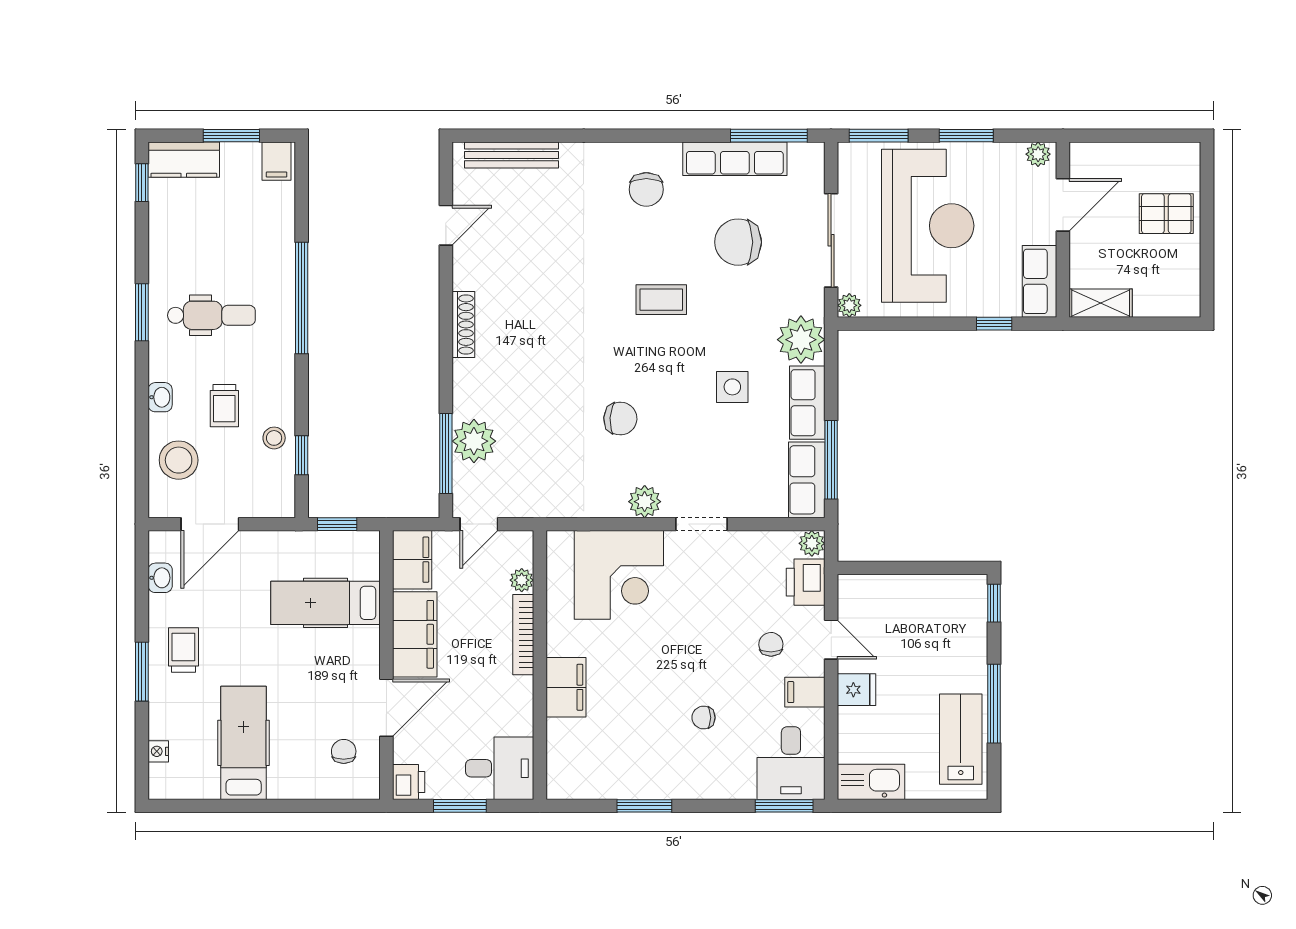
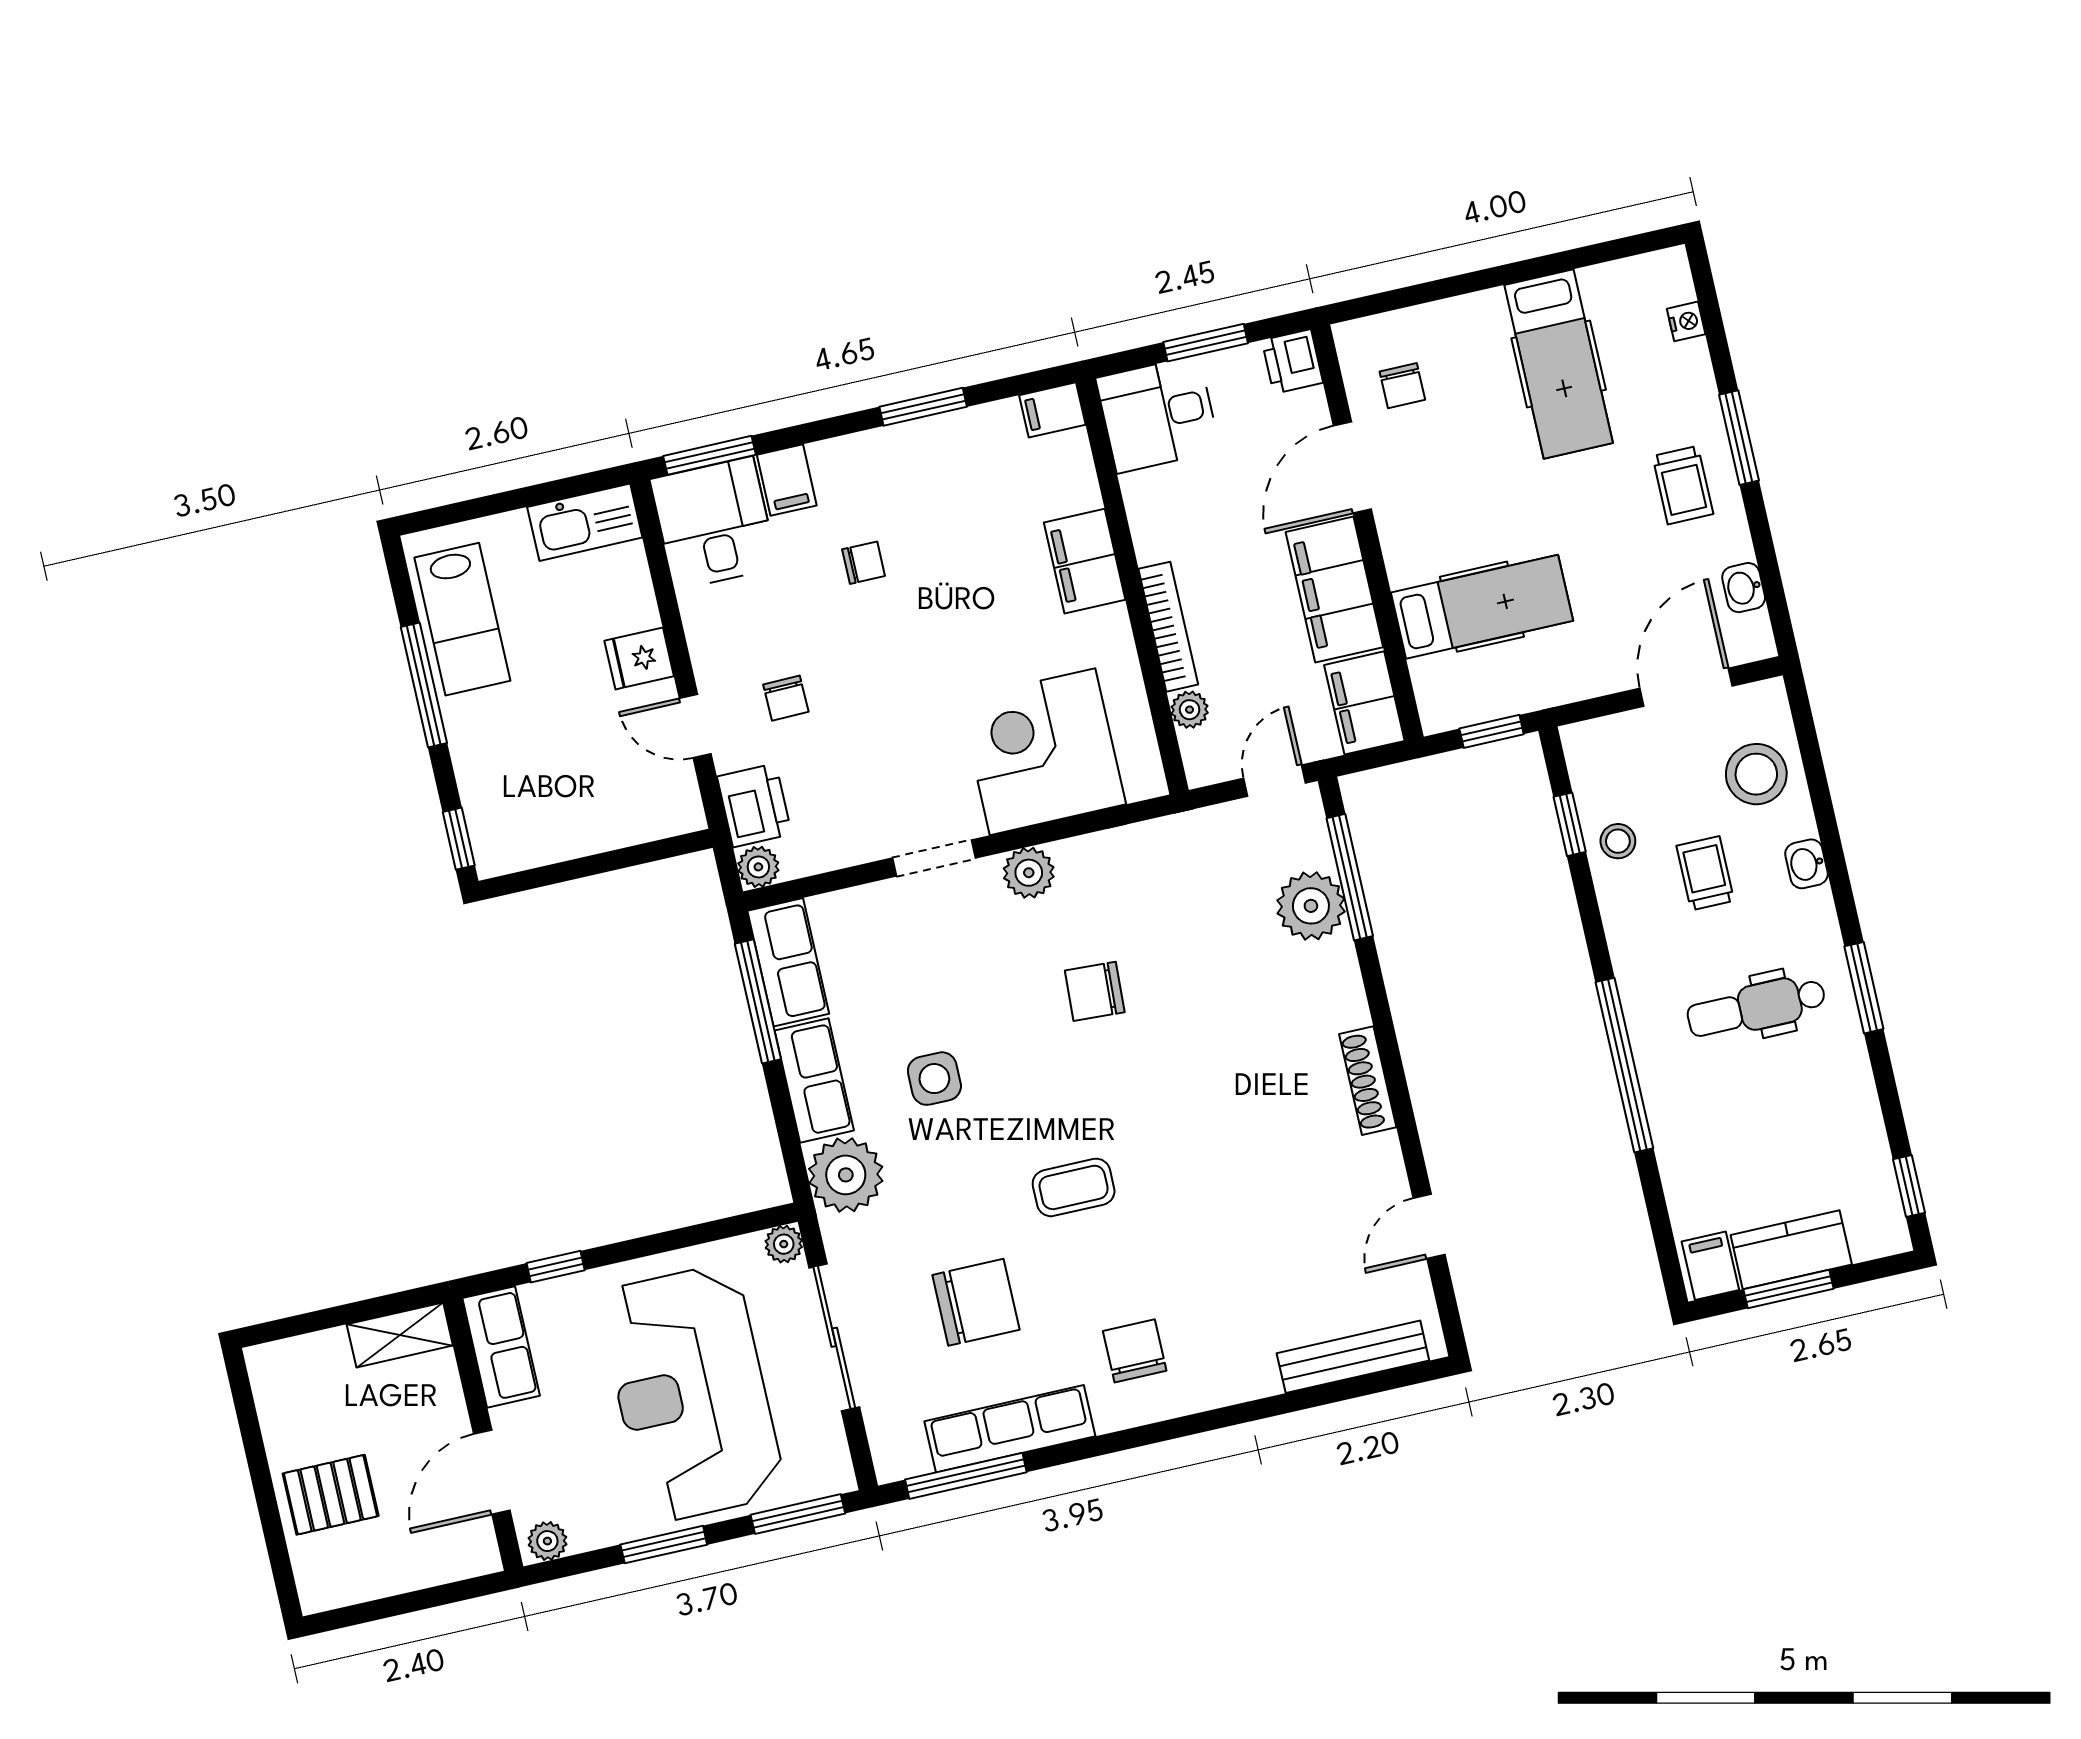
kitchen counter: (184, 160) -> (1791, 1250), moved
filing cabinet: (805, 692) -> (787, 480), moved, turned 90
filing cabinet: (565, 786) -> (1052, 410), added

